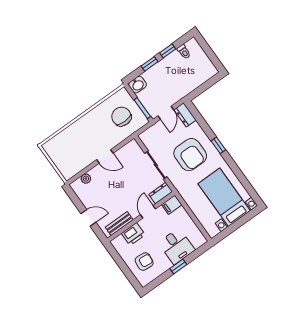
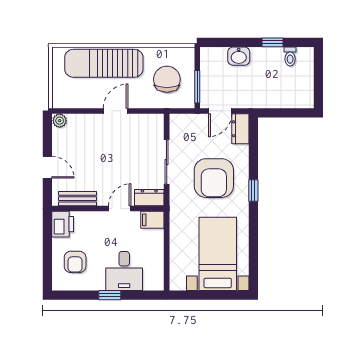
window: (150, 64) -> (241, 42), removed
washbasin: (138, 85) -> (239, 56), moved
sun lounger: (78, 134) -> (104, 63), added
door: (105, 156) -> (116, 111), swing flipped
plant: (86, 179) -> (60, 121), moved
printer: (133, 234) -> (63, 224), moved, turned -90
armchair: (144, 262) -> (75, 262), turned 84

